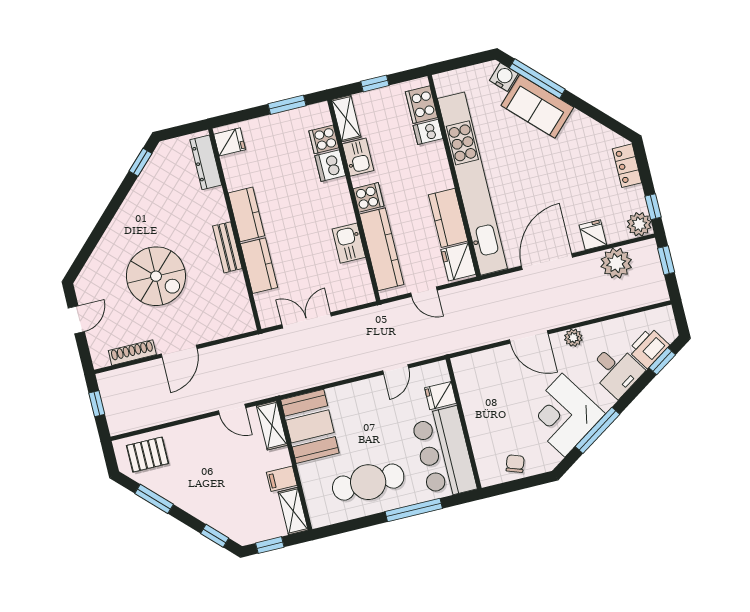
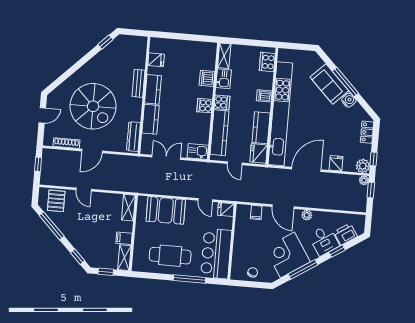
water cooler: (504, 77) -> (349, 100), moved
window: (537, 79) -> (345, 82), moved
window: (375, 83) -> (246, 42), removed
window: (287, 105) -> (195, 38), removed
dishwasher: (428, 132) -> (264, 96), moved
cooker: (324, 139) -> (205, 106), moved
fridge: (230, 142) -> (156, 60), moved
dresser: (206, 162) -> (133, 137), moved
kitchen sink: (349, 243) -> (198, 151), moved, turned 90
bench: (227, 247) -> (139, 83), moved
plant: (616, 263) -> (364, 180), moved, width x0.53, depth x0.53
spiral stairs: (156, 276) -> (93, 106), width x1.37, depth x1.37
window: (662, 361) -> (337, 251), moved
filing cabinet: (488, 362) -> (256, 212), added
door: (396, 369) -> (205, 200), hinge flipped
fridge: (441, 396) -> (226, 209), moved
door: (232, 409) -> (84, 190), moved
booth: (310, 426) -> (166, 210), moved, turned 90
pallet: (148, 455) -> (56, 201), turned 90
window: (154, 499) -> (52, 226), width x1.44

